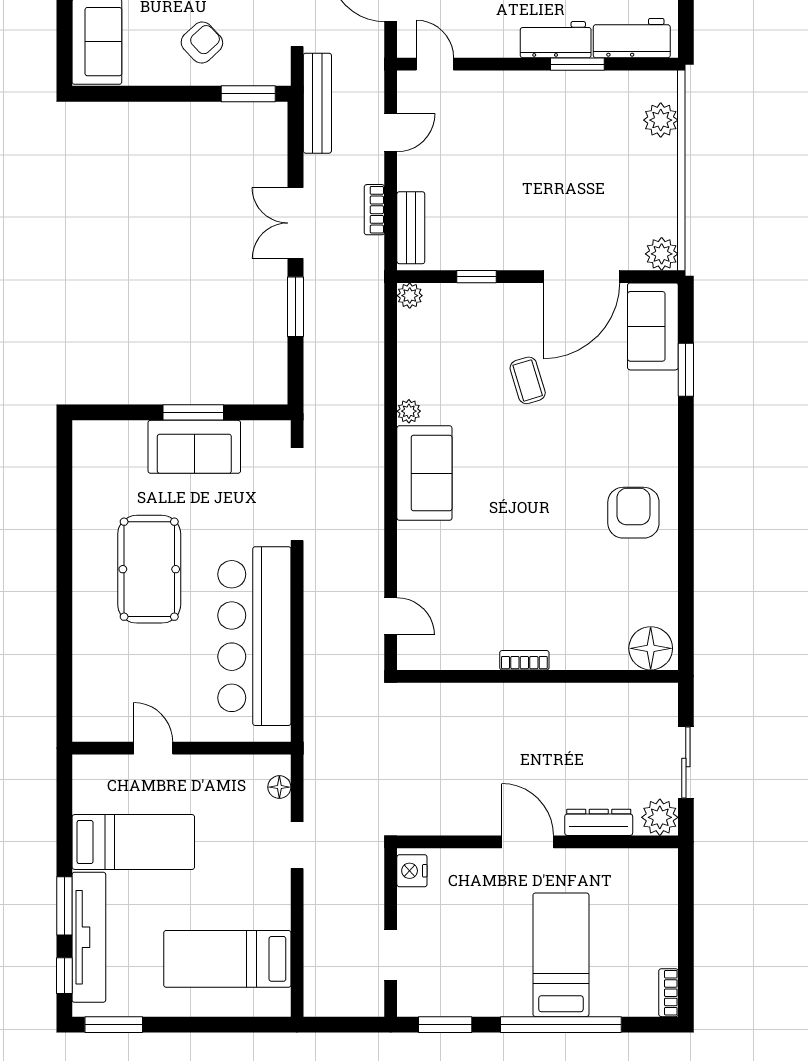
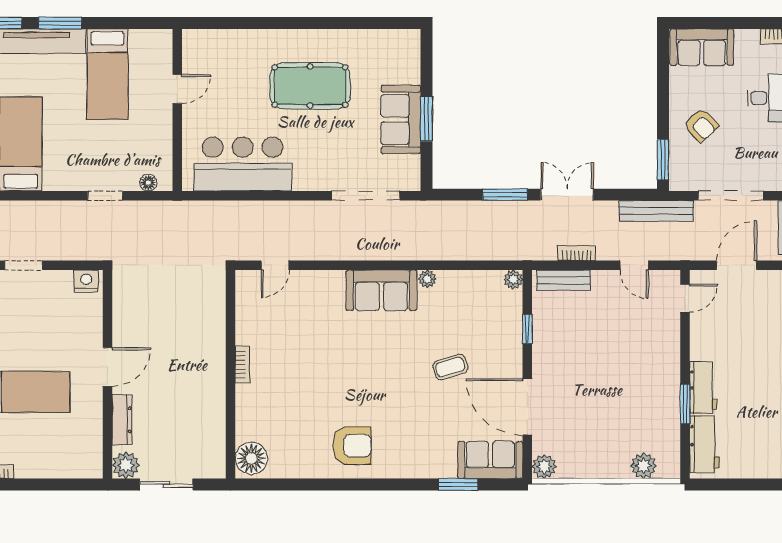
bar counter: (254, 636) -> (243, 164), width x0.73

